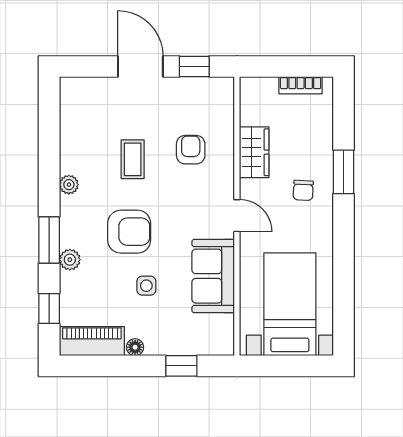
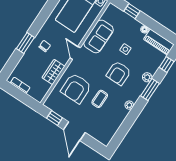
armchair: (191, 150) -> (76, 88), width x1.88, depth x1.88
armchair: (129, 232) -> (119, 73), turned -90

